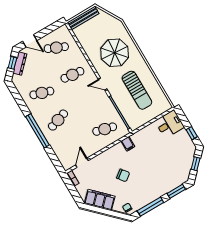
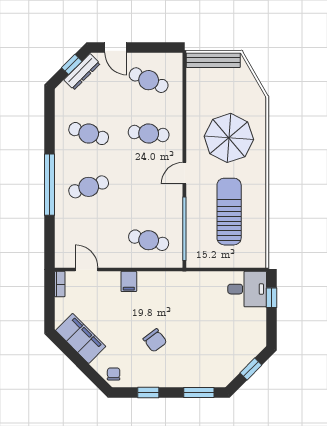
door: (103, 84) -> (184, 173), hinge flipped
sun lounger: (137, 90) -> (229, 212), turned 180
window: (192, 133) -> (271, 298), moved
filing cabinet: (128, 144) -> (129, 281), moved
door: (82, 163) -> (87, 269), hinge flipped
chair: (123, 175) -> (155, 340), moved
window: (150, 207) -> (148, 392), width x0.46

